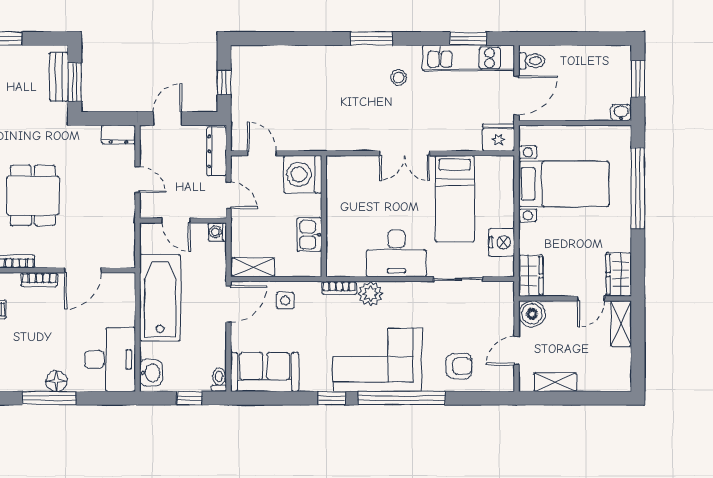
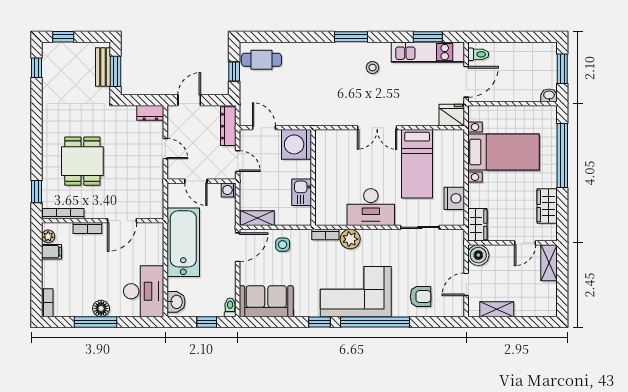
cafe table: (259, 68) -> (261, 60), added
wardrobe: (619, 274) -> (547, 206), moved

